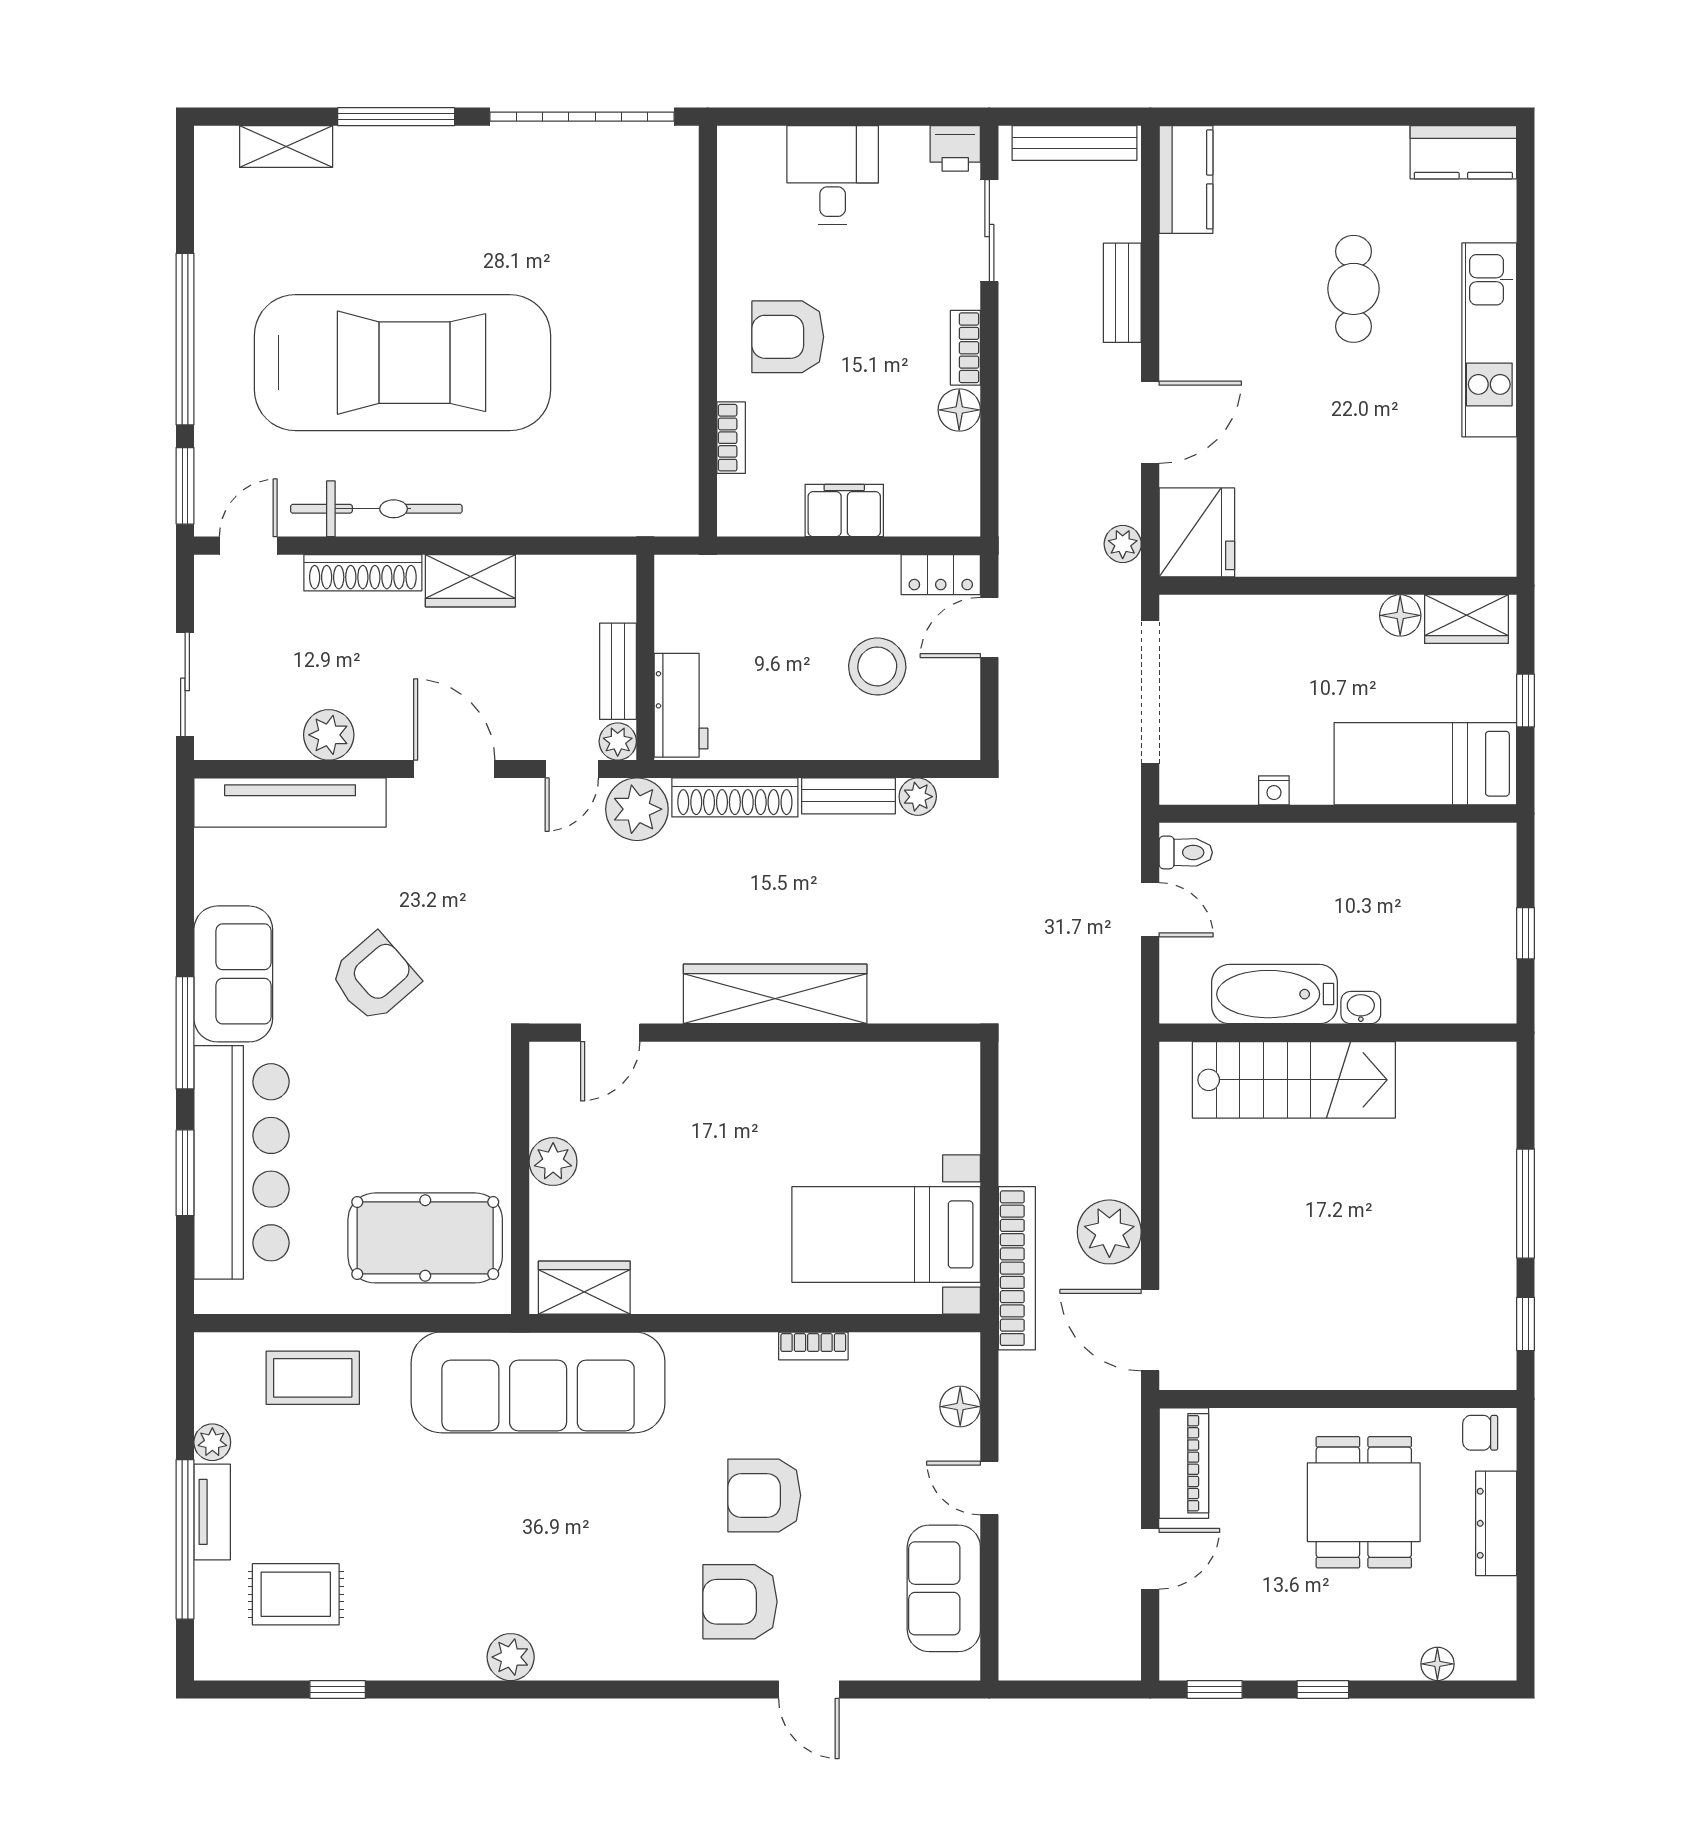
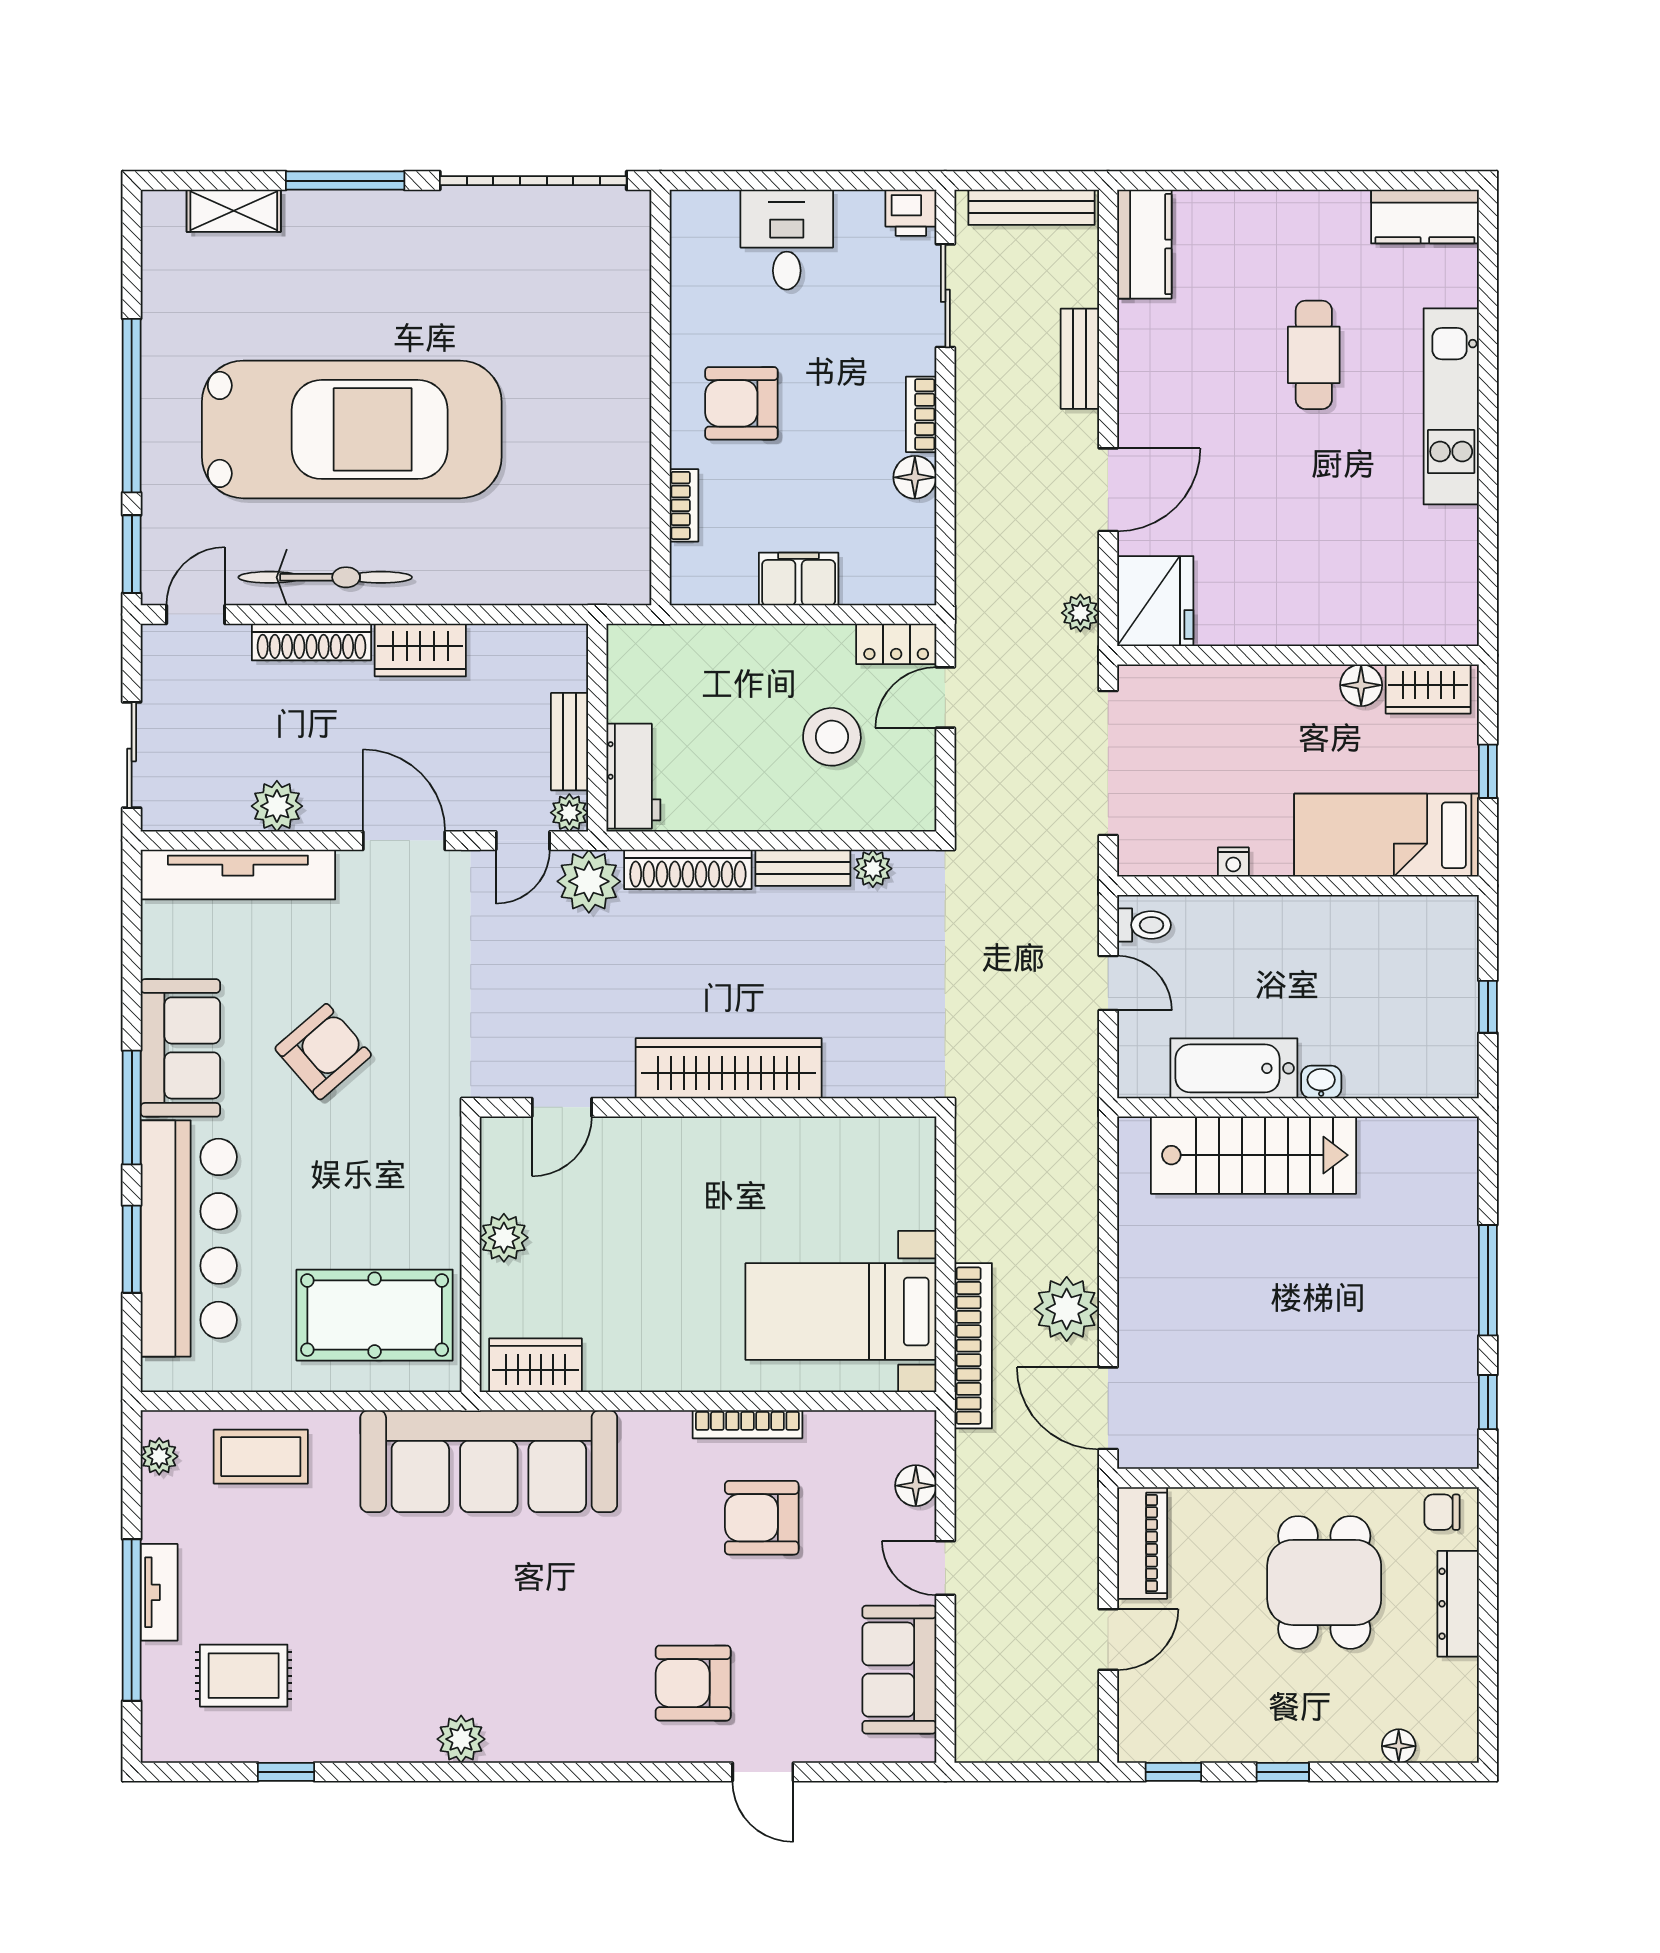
bookcase: (813, 1346) -> (747, 1424), width x1.56
plant: (212, 1442) -> (159, 1456), moved
armchair: (764, 1495) -> (762, 1518), moved

